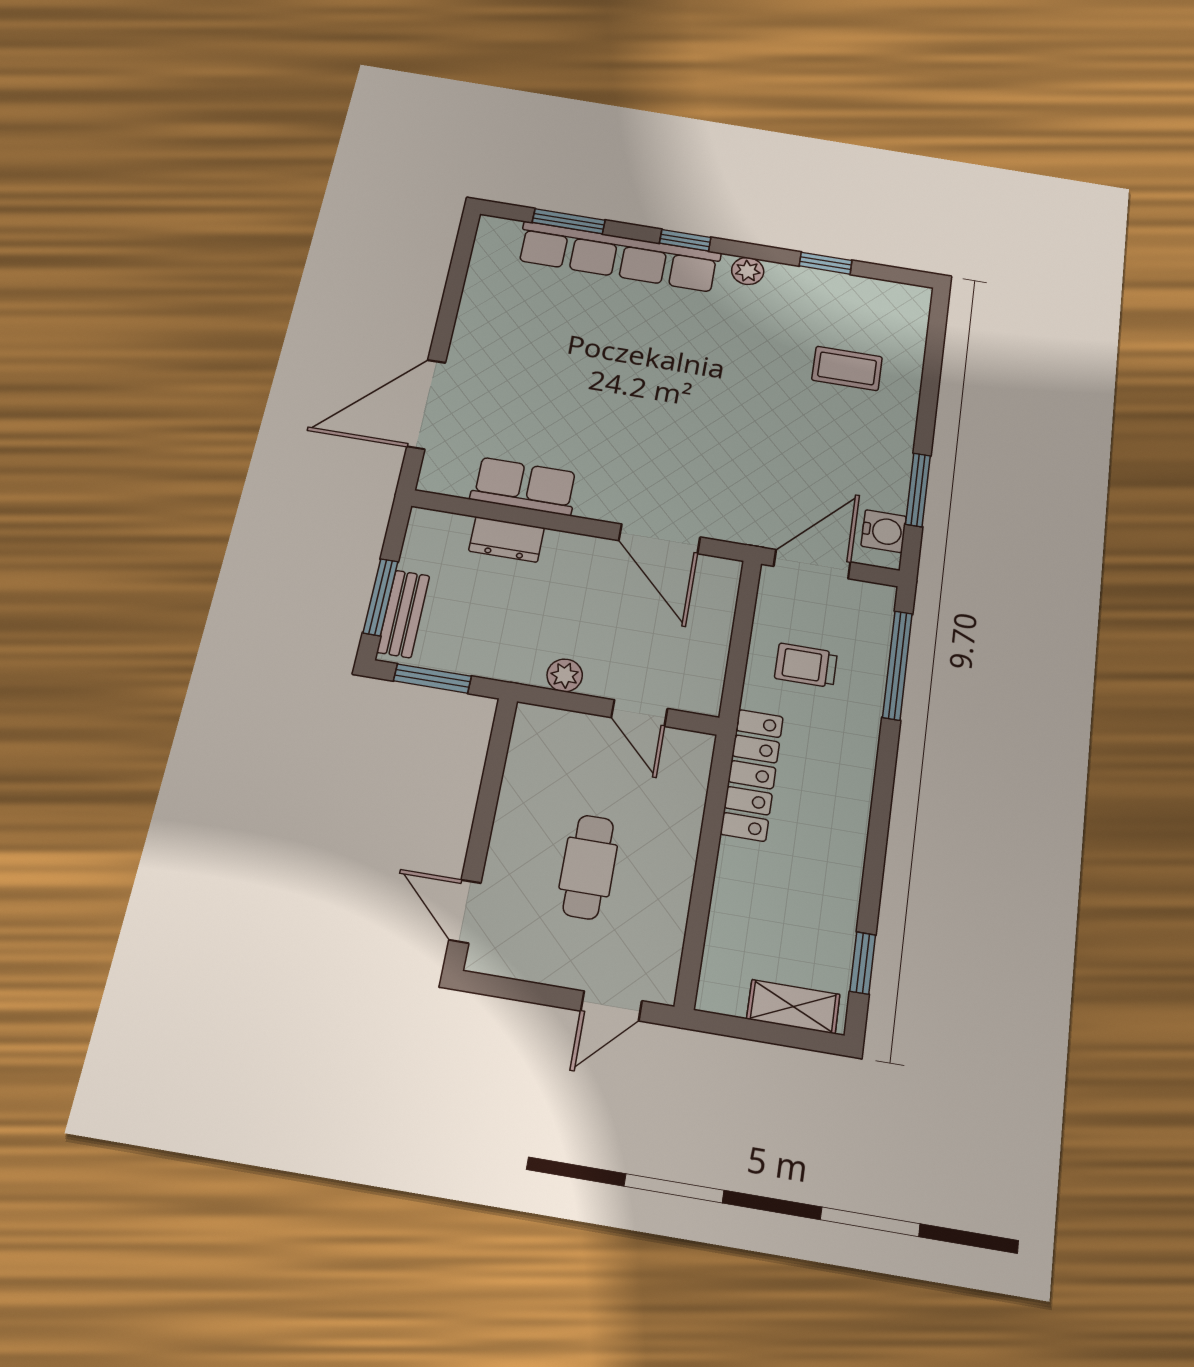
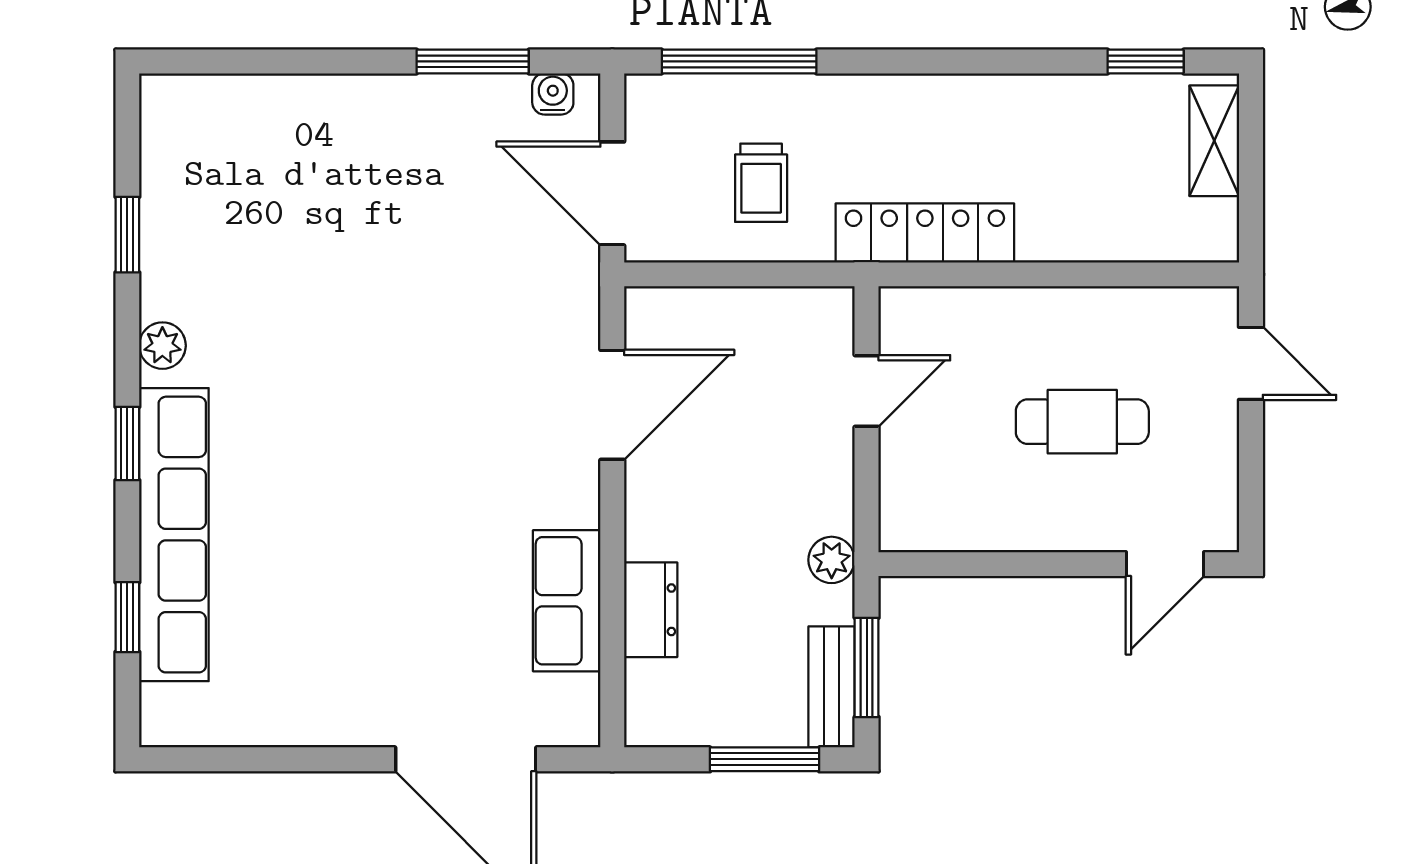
window: (569, 221) -> (127, 617), width x0.67
coffee table: (847, 368) -> (298, 182), removed
water cooler: (884, 531) -> (553, 94), width x0.72, depth x0.72
bench: (403, 614) -> (832, 687), moved, turned 90
plant: (565, 675) -> (832, 560), moved

